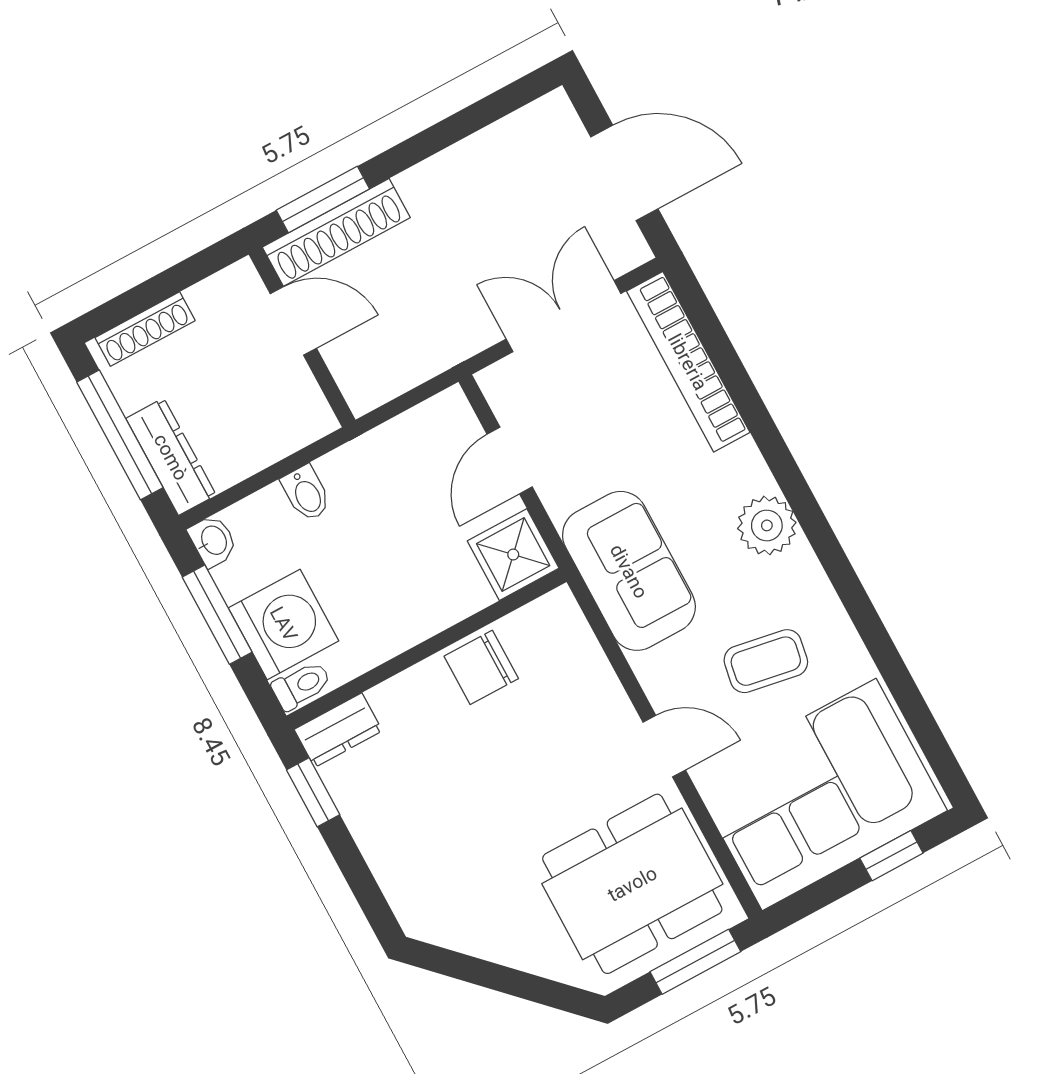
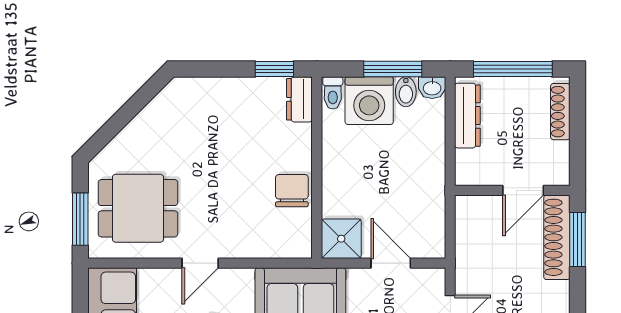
dresser: (171, 457) -> (467, 116), moved, turned -90
bidet: (306, 493) -> (406, 92), moved, turned -90
dining table: (632, 884) -> (138, 208), width x0.73

